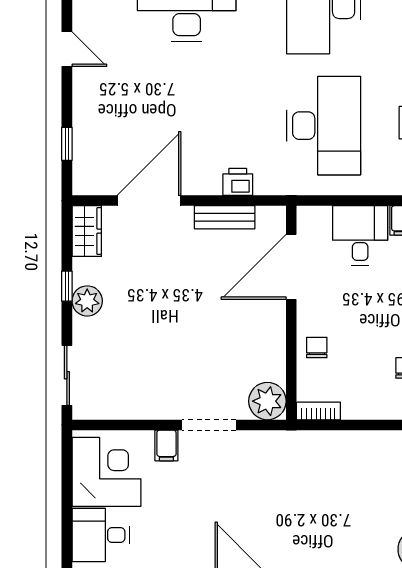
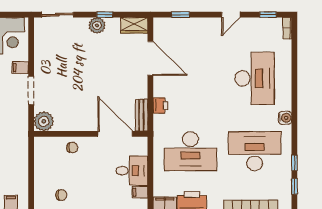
bench: (225, 217) -> (142, 115), moved
bookcase: (318, 411) -> (38, 148), removed

